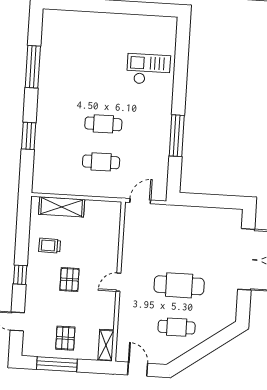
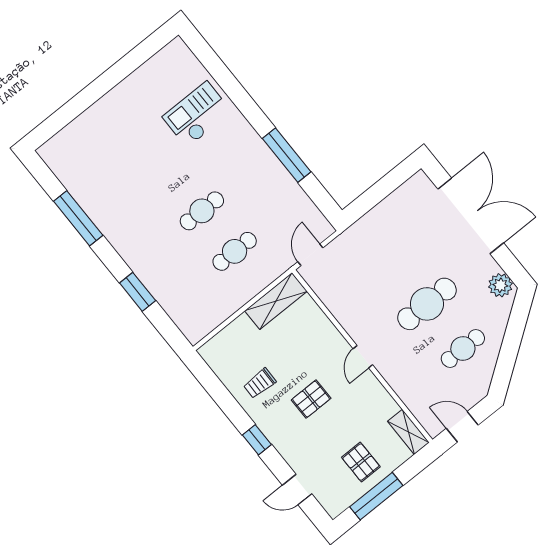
shelving: (62, 207) -> (276, 301), moved
pallet: (69, 280) -> (311, 399), turned 90
plant: (228, 311) -> (500, 285), added

